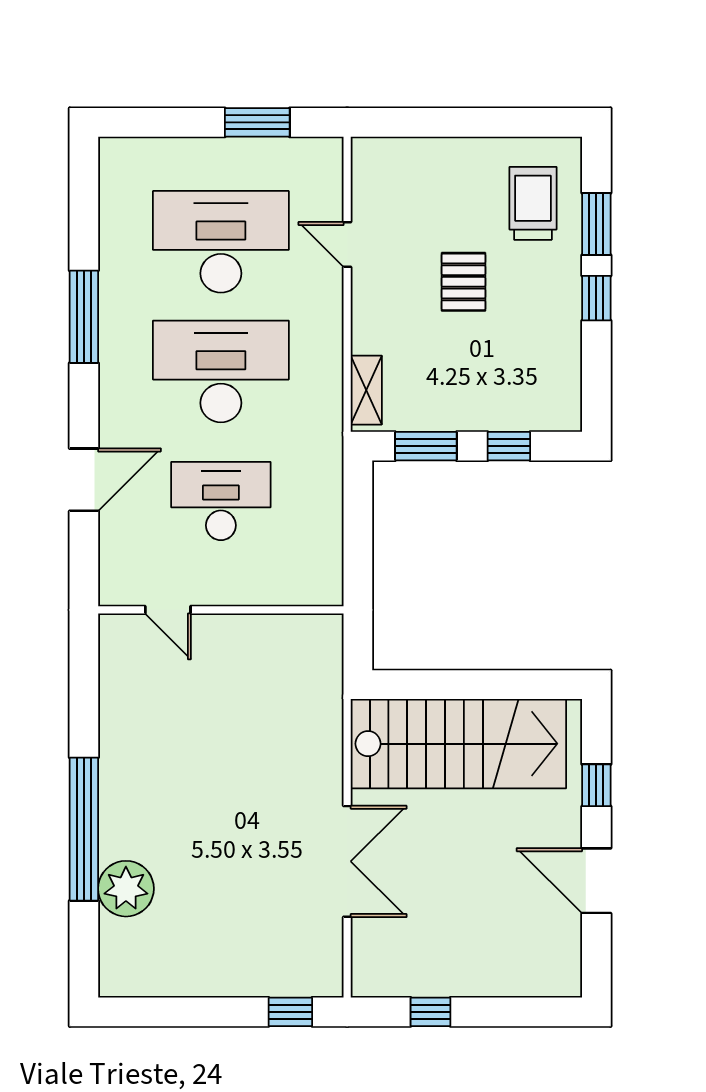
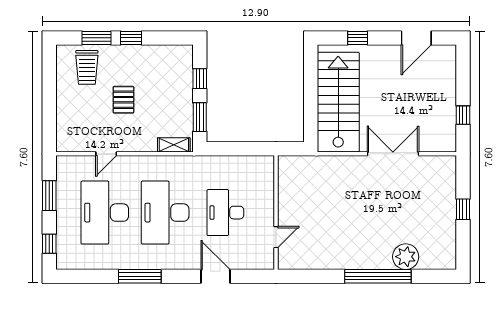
window: (154, 122) -> (49, 244), added
trolley: (533, 203) -> (87, 67), turned -90
pallet: (463, 282) -> (123, 100), turned 90
door: (596, 881) -> (416, 38), moved
window: (290, 1012) -> (463, 209), moved

